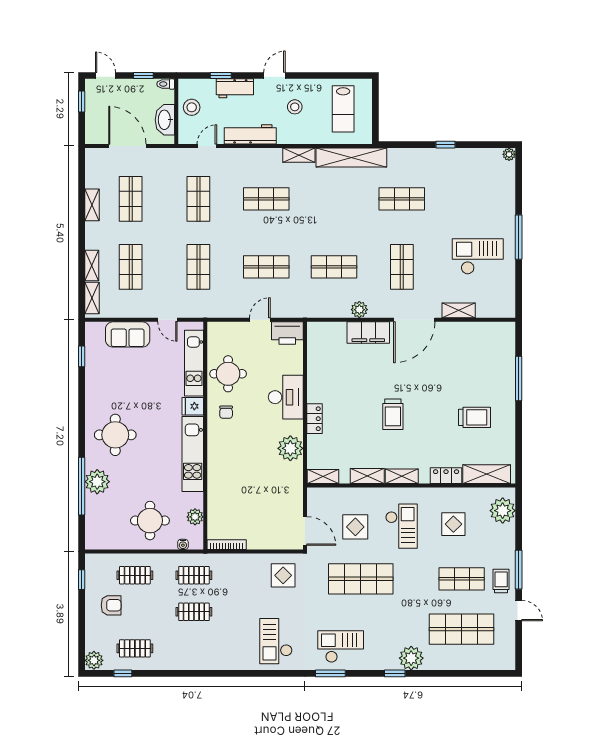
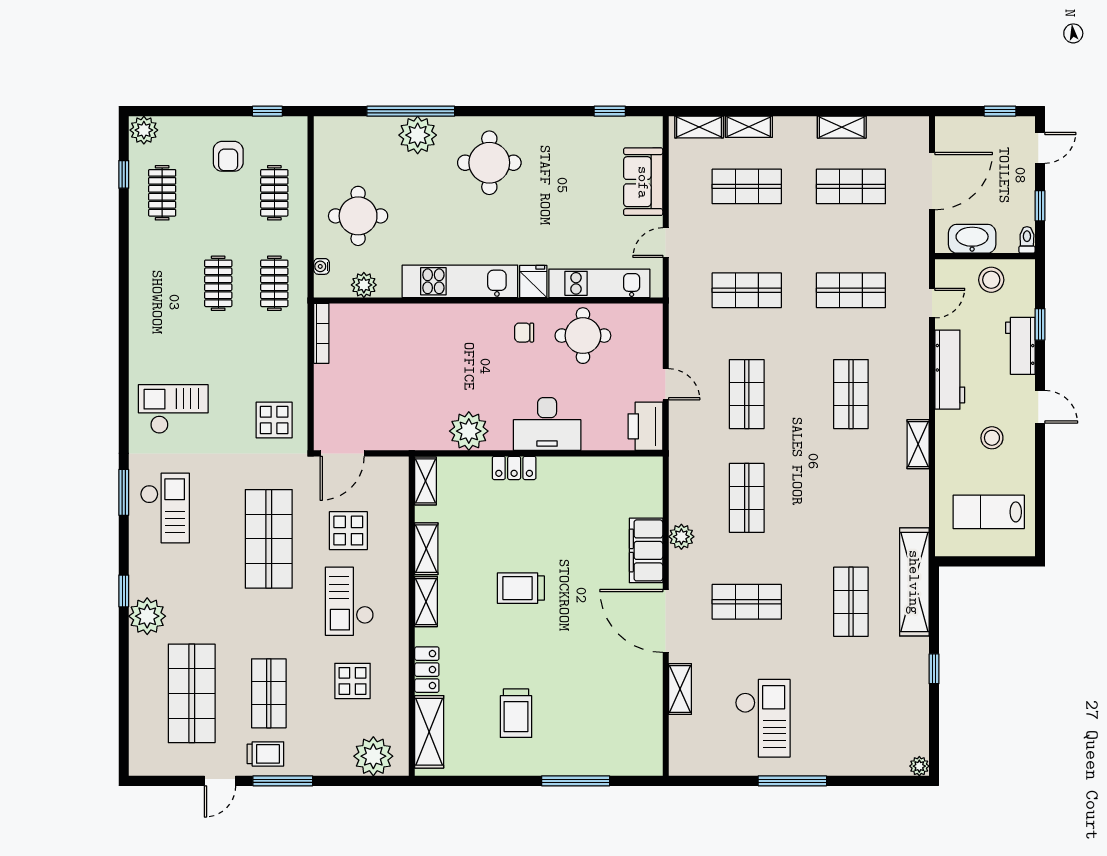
door: (207, 146) -> (932, 303), hinge flipped
shelving: (351, 158) -> (914, 582), moved
checkout: (401, 526) -> (349, 601), turned 90

